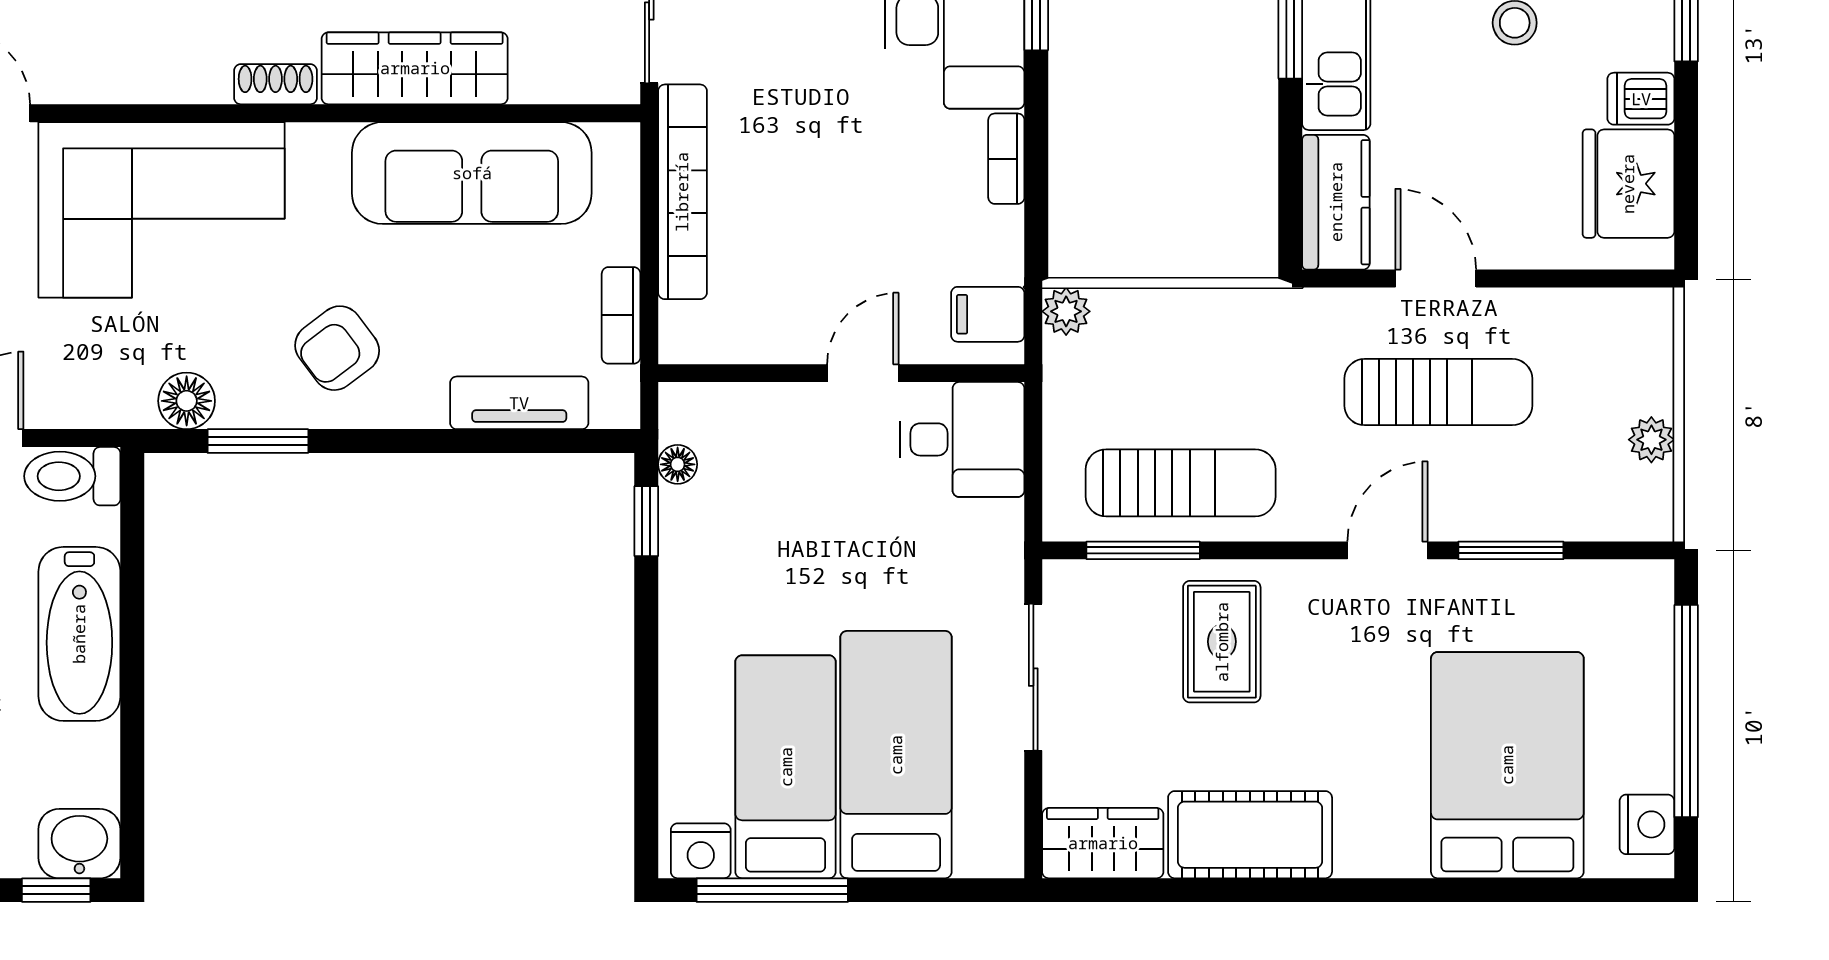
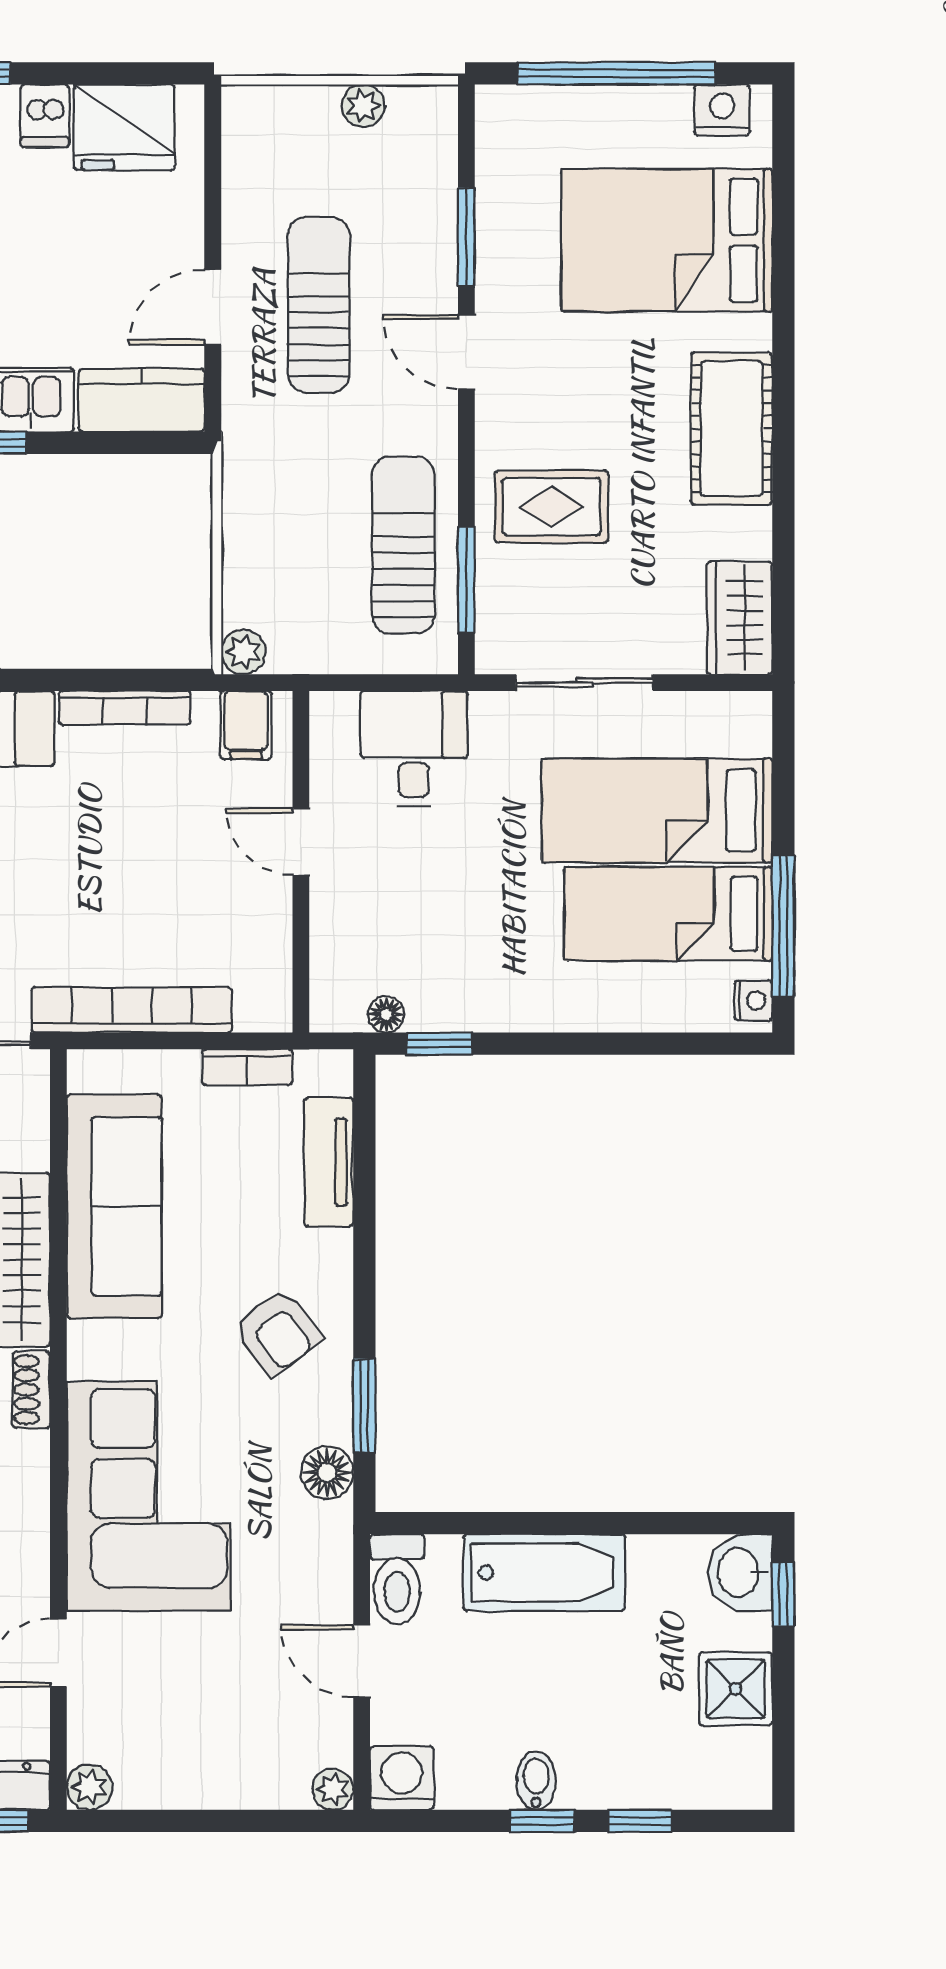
bookcase: (1006, 159) -> (125, 708), width x1.56
desk: (962, 439) -> (414, 749), moved
cot: (1250, 835) -> (732, 429), moved
nightstand: (701, 851) -> (753, 1001), width x0.72, depth x0.74

